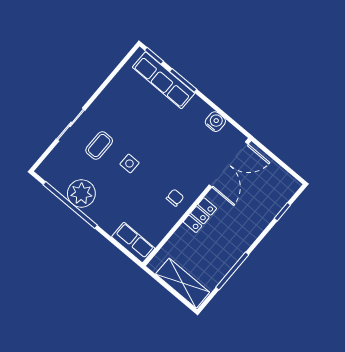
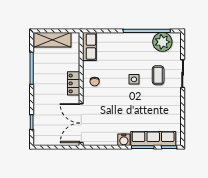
water cooler: (215, 122) -> (124, 140), moved
plant: (81, 193) -> (162, 42), moved
row of seats: (133, 243) -> (89, 47), moved, turned -90

